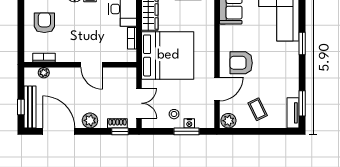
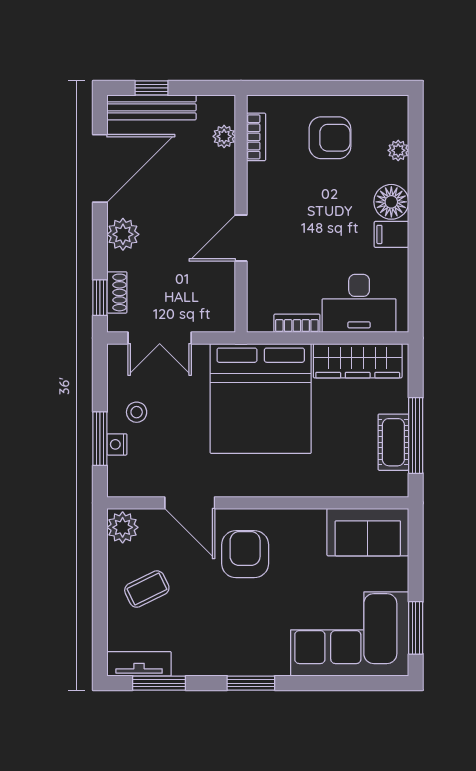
window: (302, 44) -> (251, 683), moved

